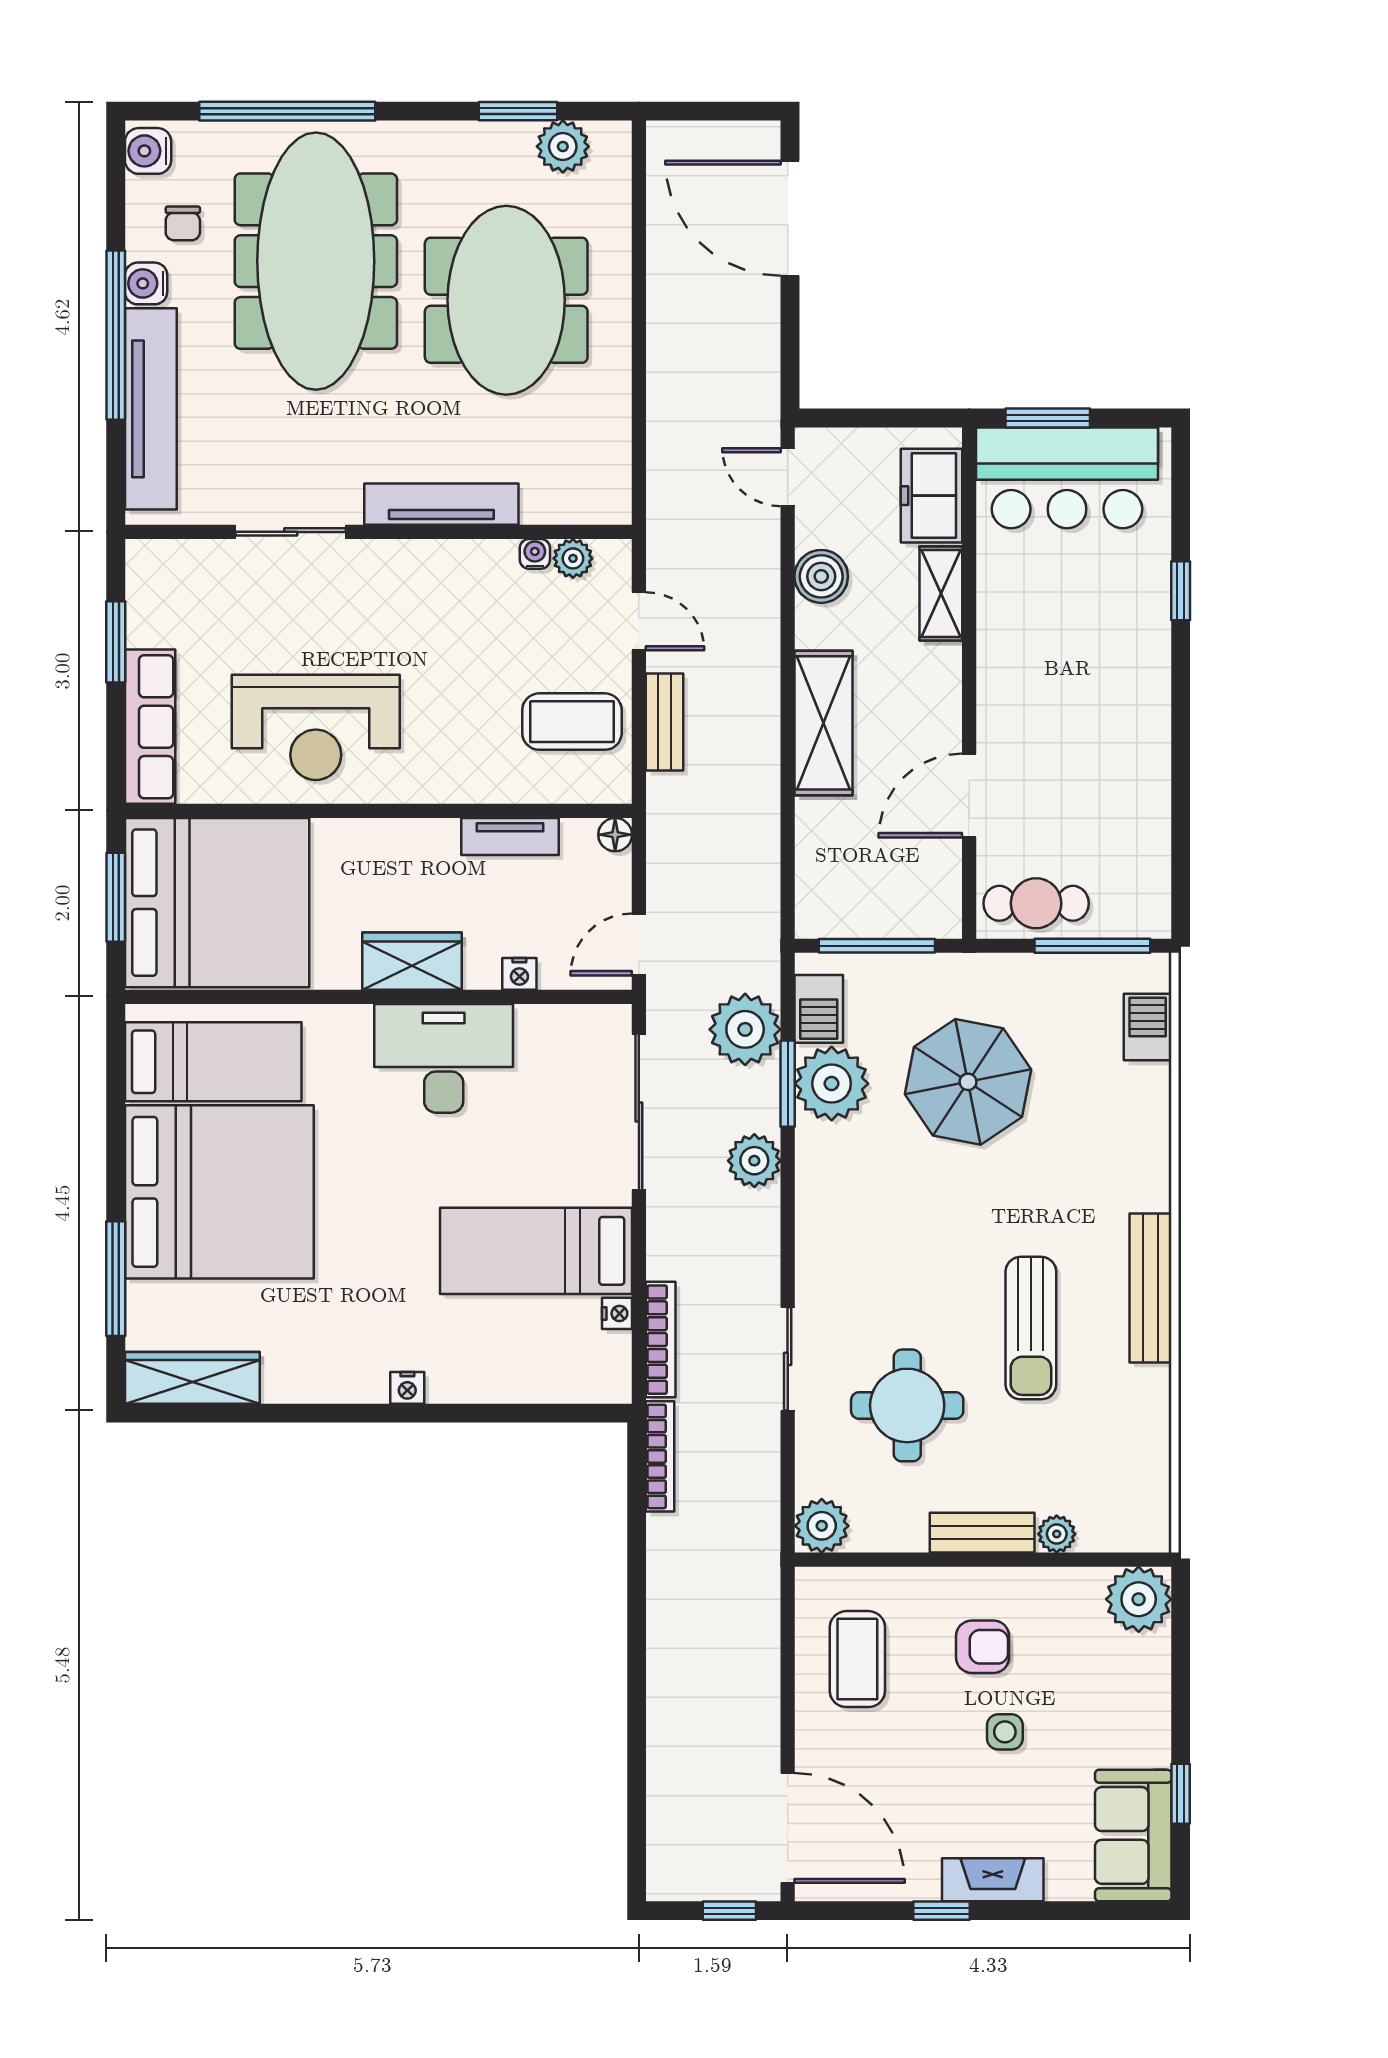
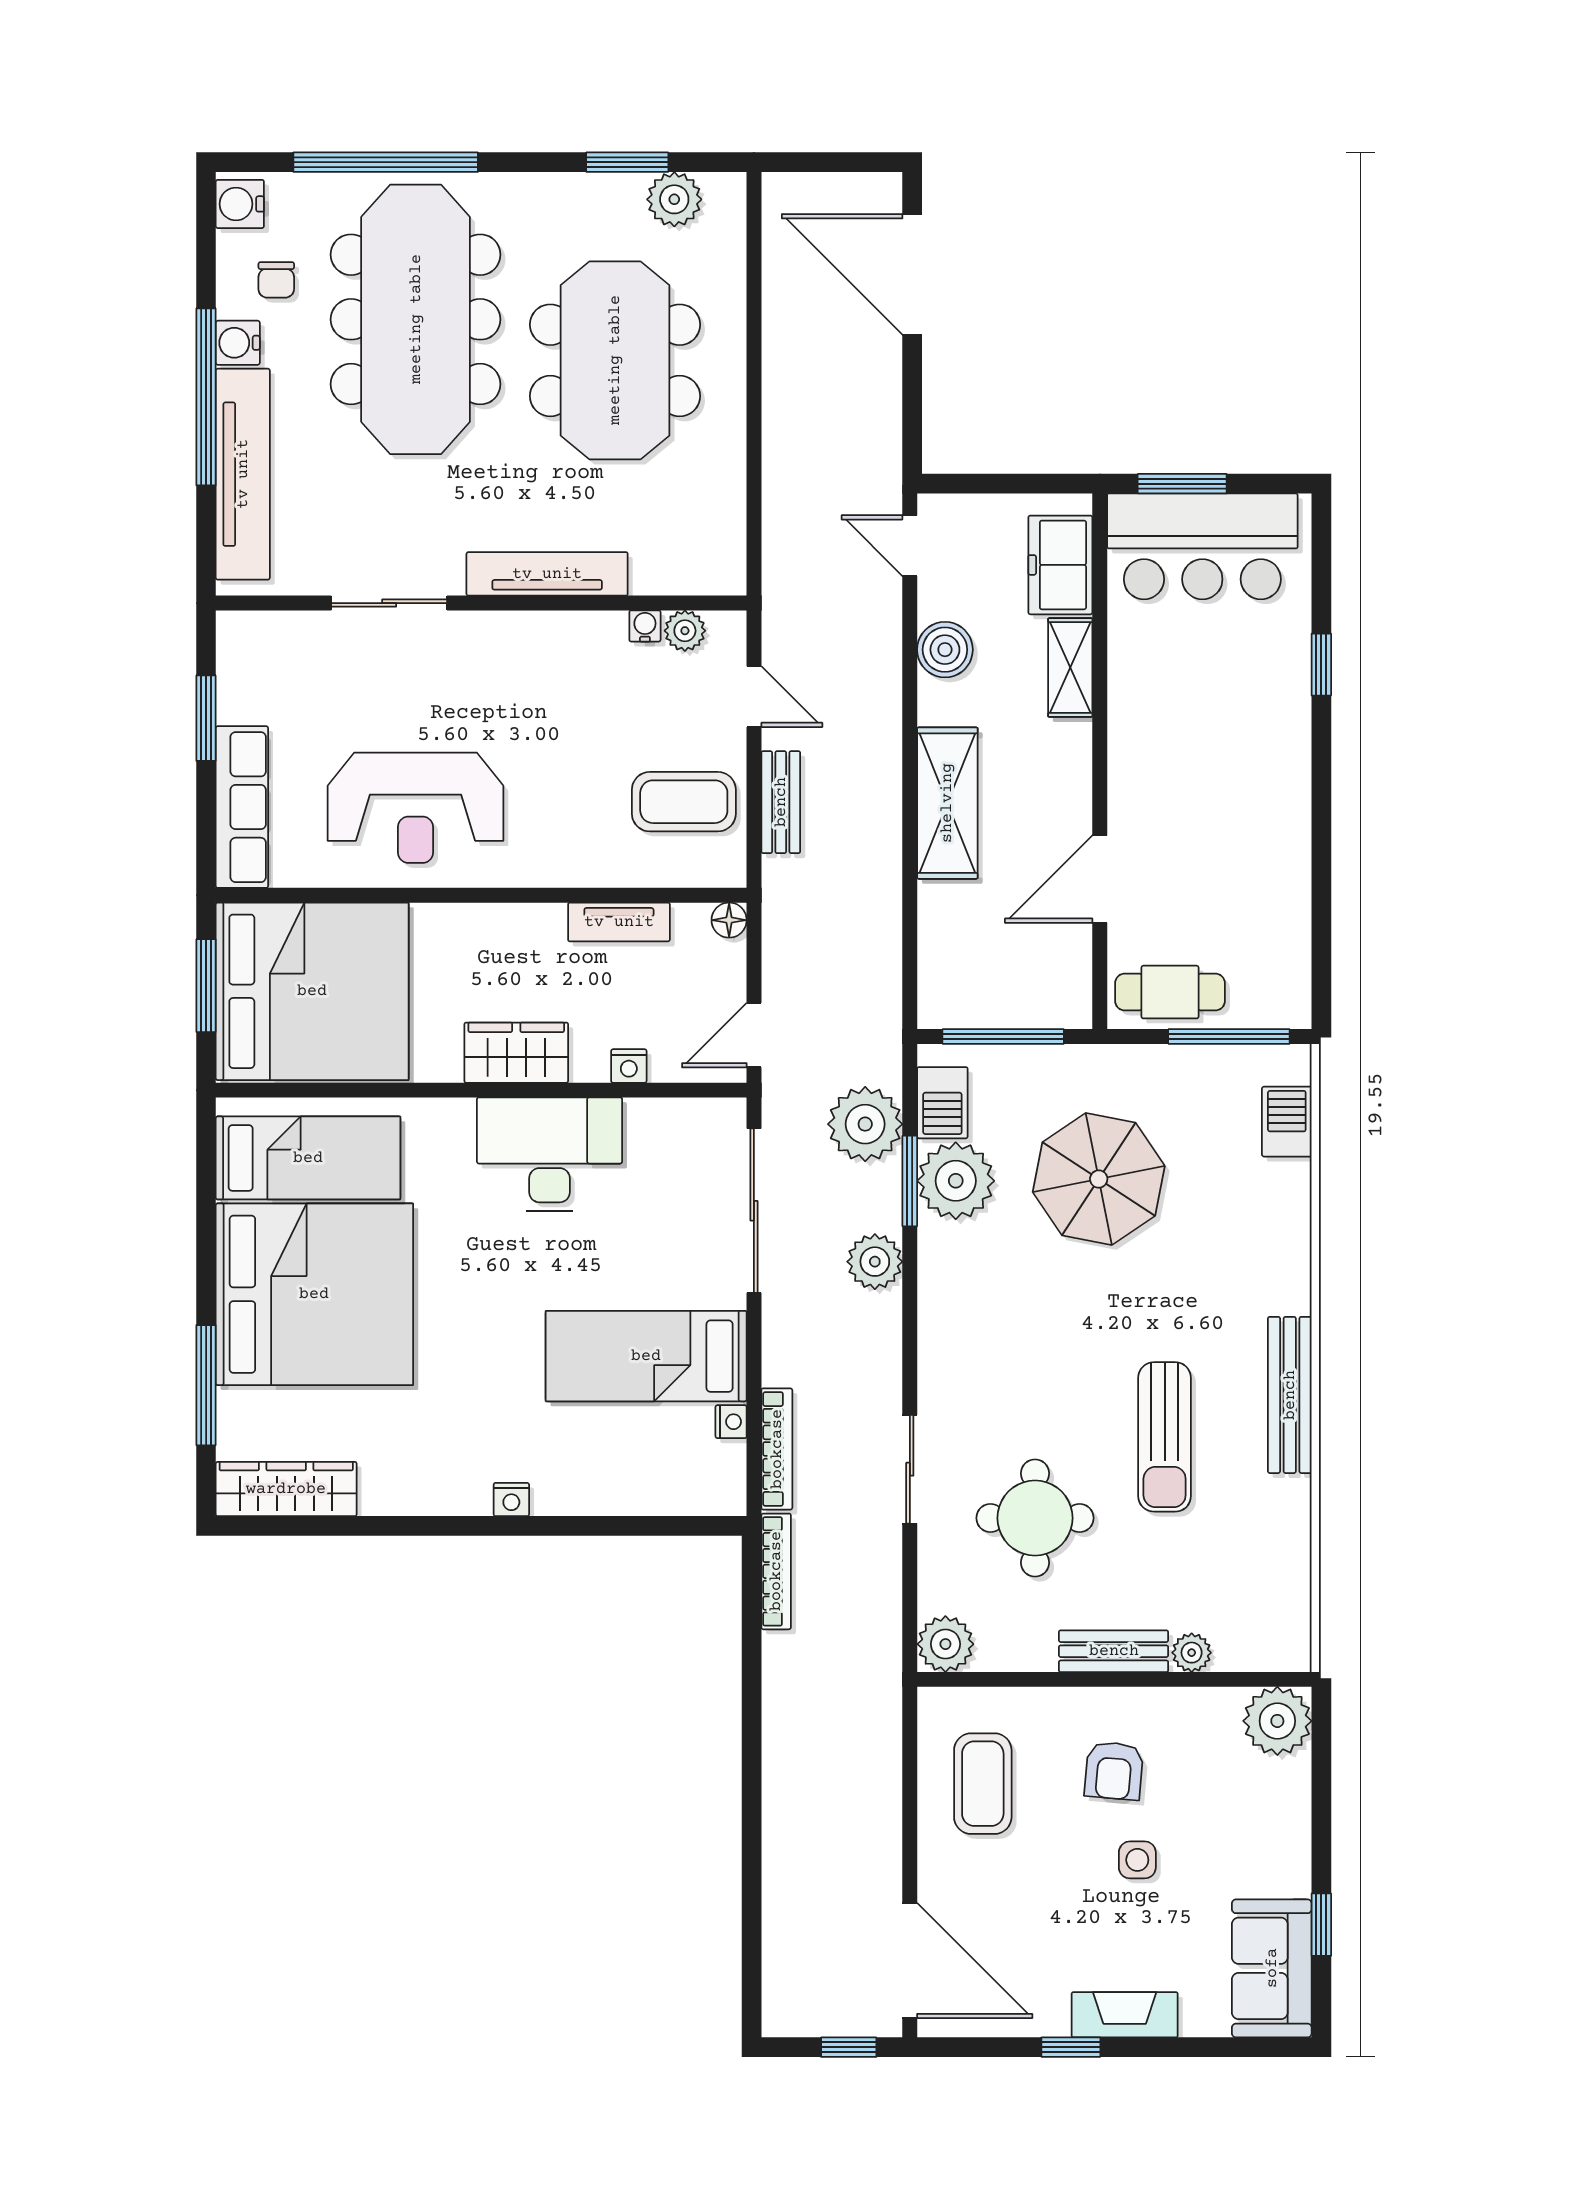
armchair: (983, 1647) -> (1114, 1771), turned 95

